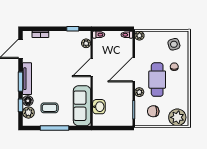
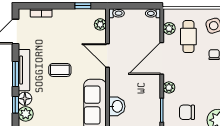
plant: (139, 36) -> (169, 28), moved
door: (92, 67) -> (107, 55), hinge flipped
cafe table: (157, 80) -> (188, 37), moved, width x0.73, depth x0.74
coffee table: (50, 108) -> (60, 70), moved

